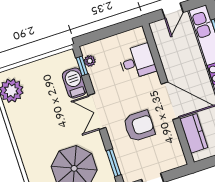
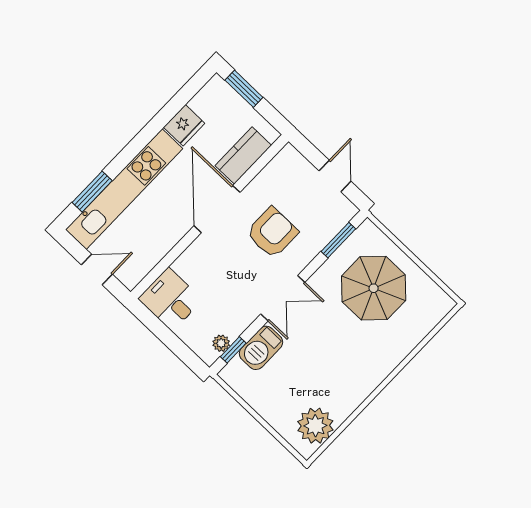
desk: (137, 62) -> (170, 299), moved
armchair: (139, 126) -> (272, 233), turned 90

